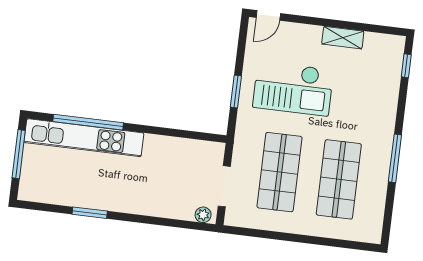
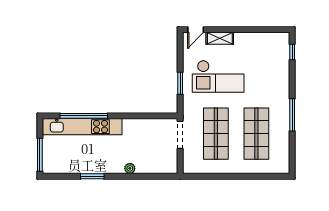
shelving: (343, 38) -> (220, 38), moved
window: (19, 154) -> (40, 155), moved
doorway: (224, 186) -> (180, 135), moved
plant: (203, 215) -> (130, 168), moved

